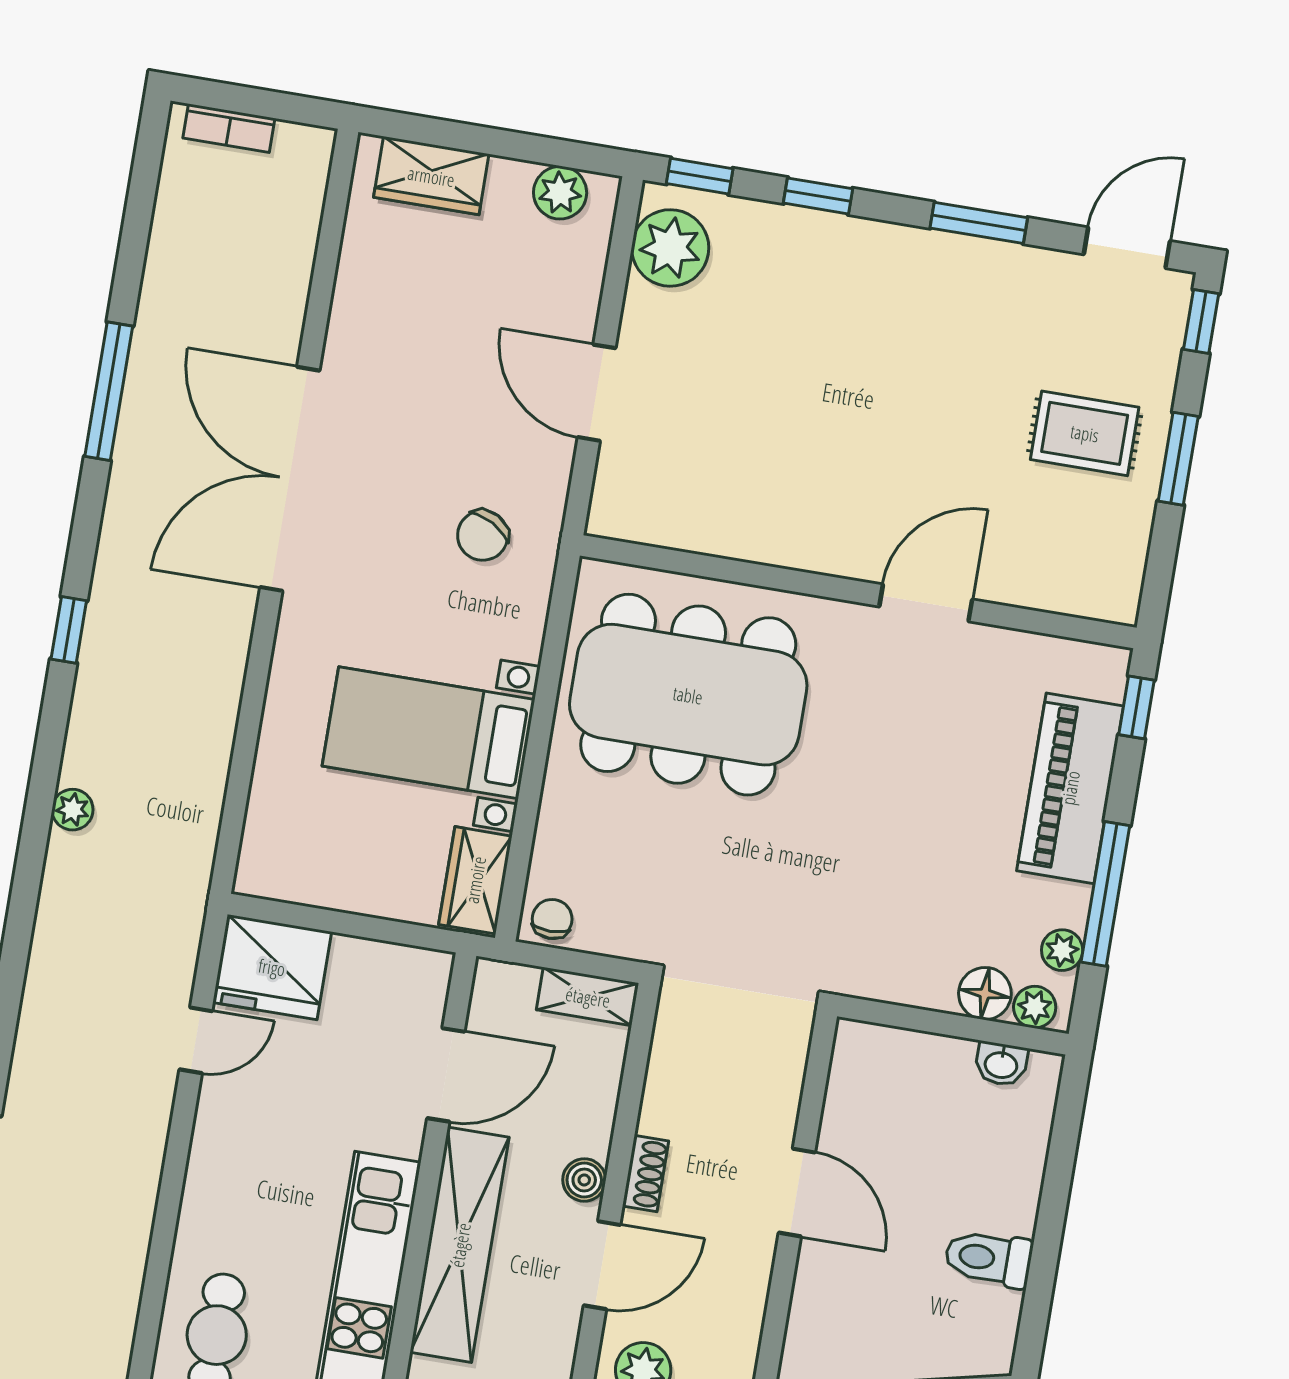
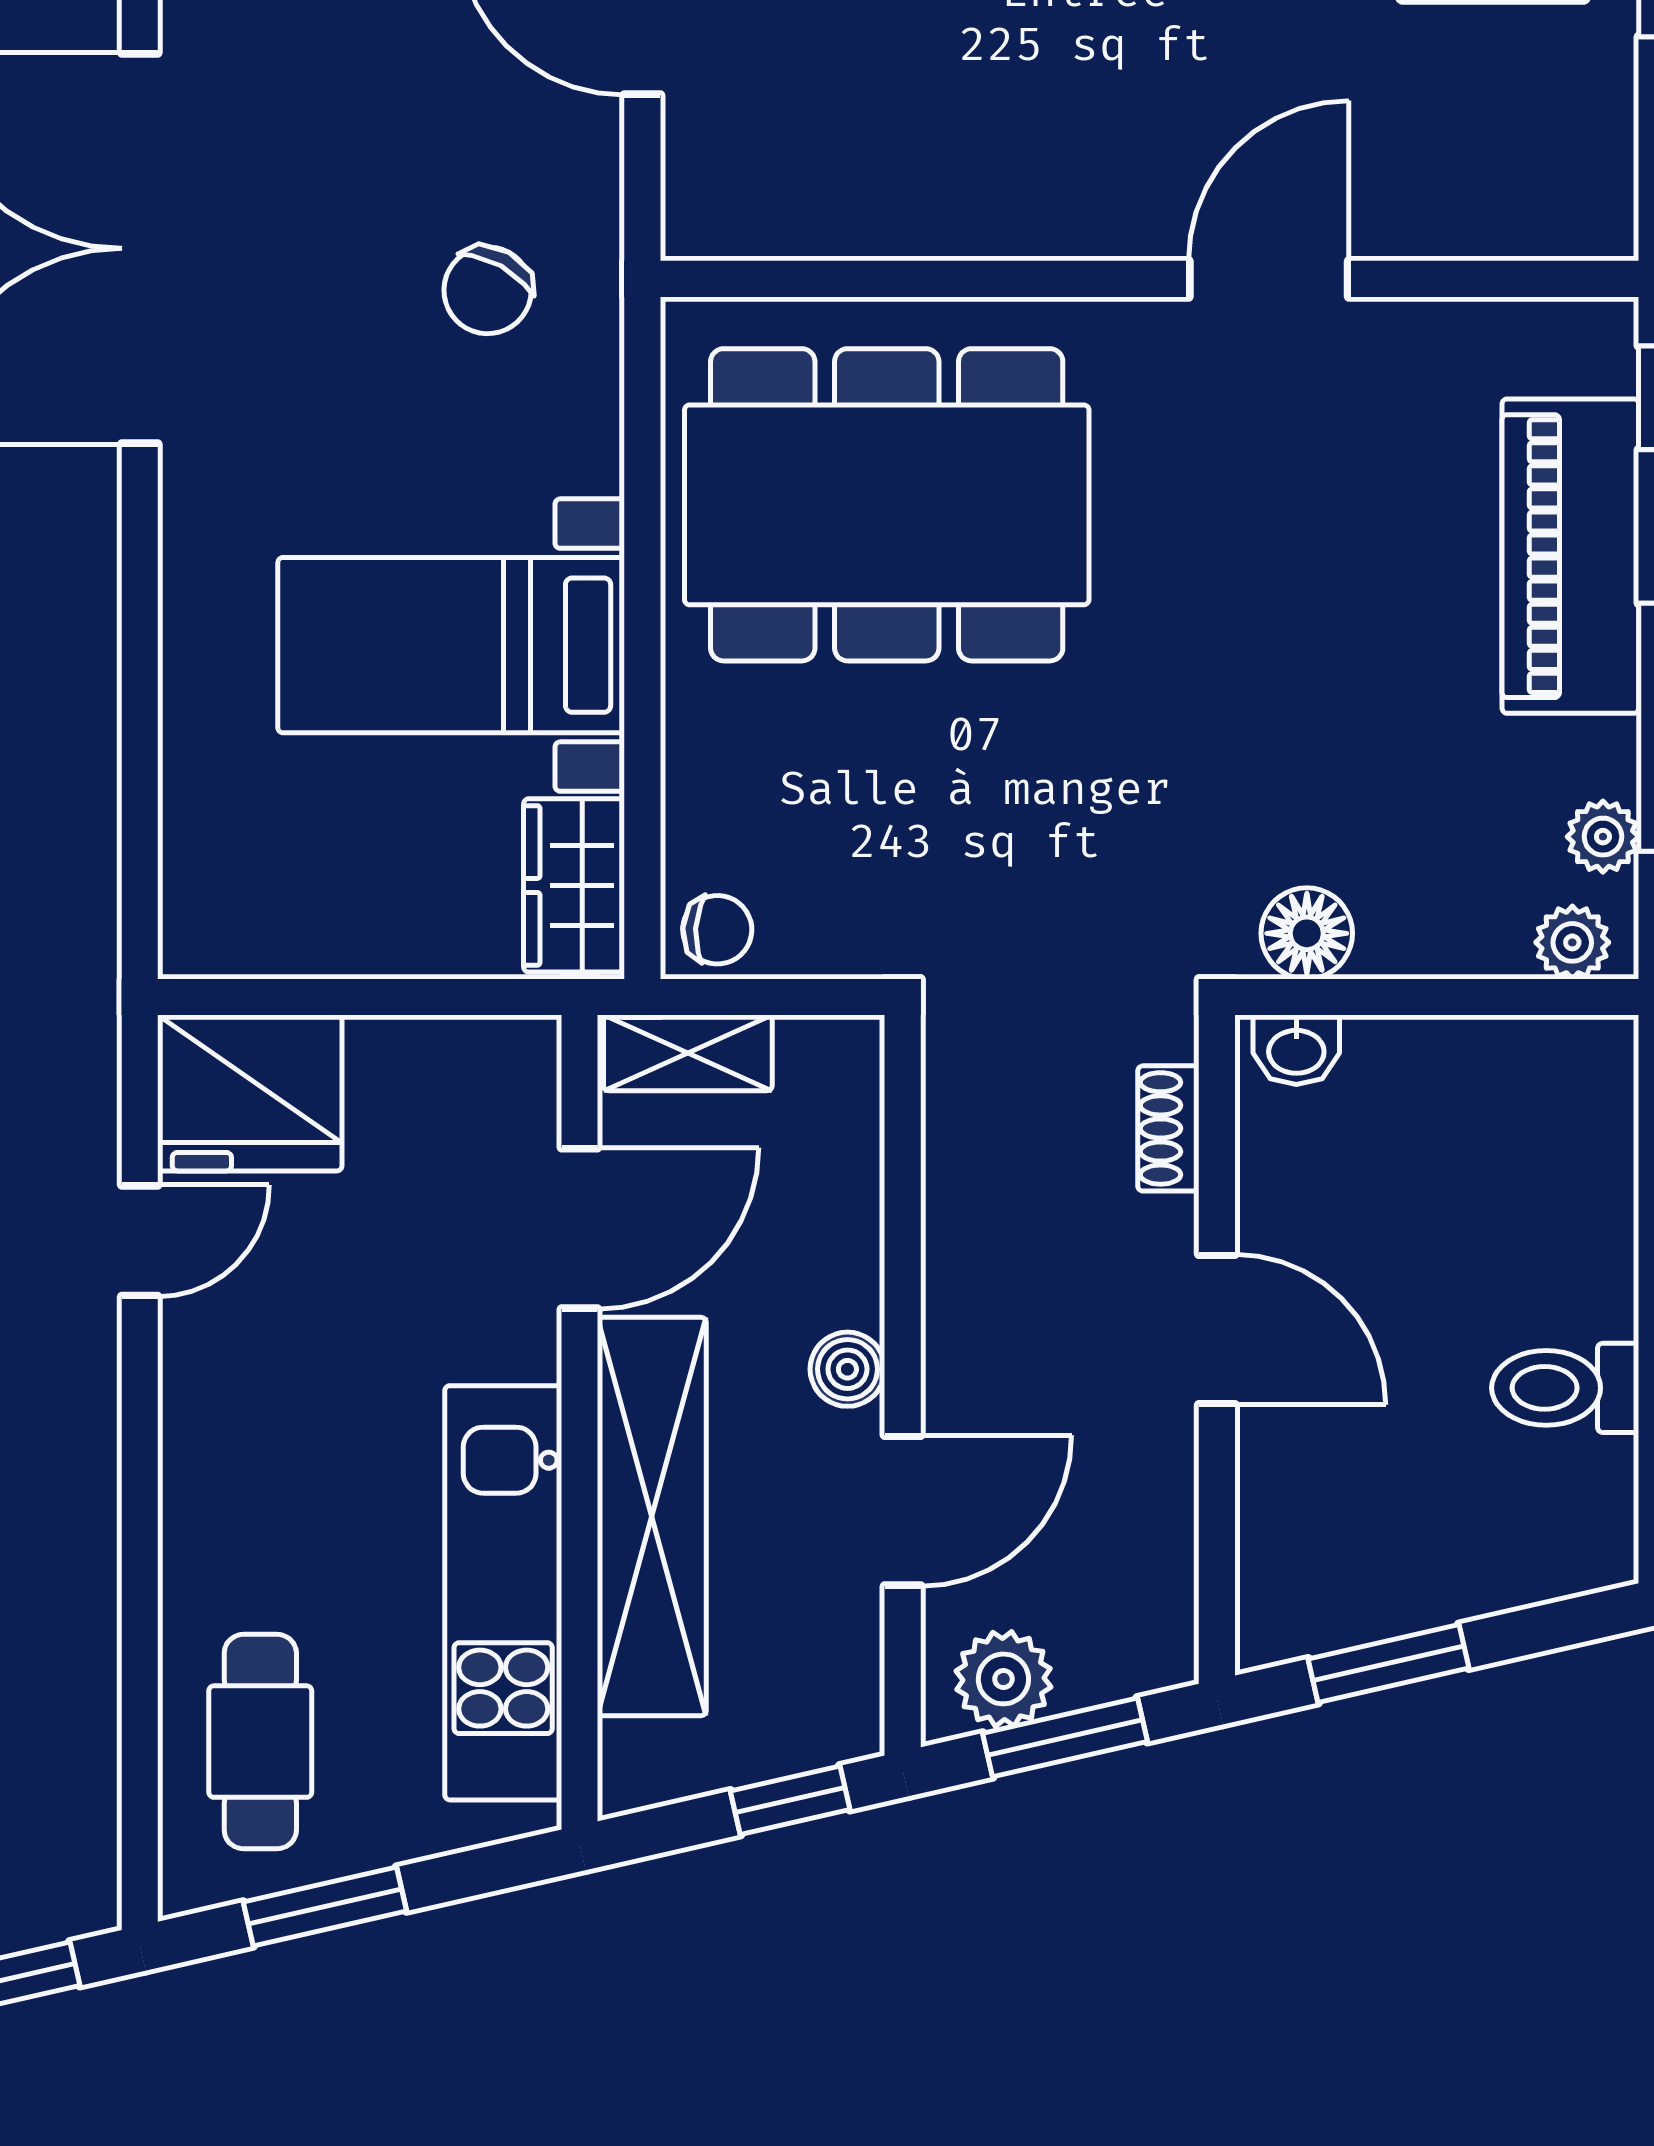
chair: (552, 919) -> (717, 930), turned 93
floor lamp: (985, 994) -> (1307, 933), moved
shelving: (588, 997) -> (688, 1053), moved
washbasin: (1001, 1064) -> (1296, 1050), moved
shoe rack: (646, 1173) -> (1168, 1128), moved, turned 180

